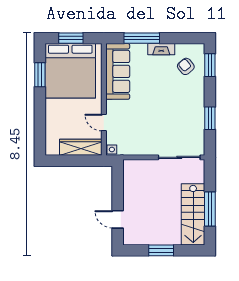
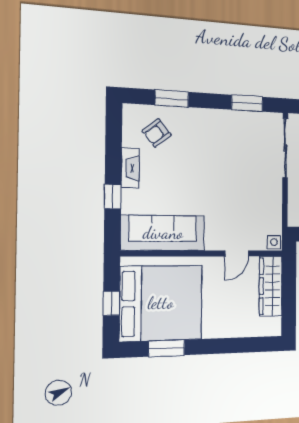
window: (71, 38) -> (111, 303), width x0.67
window: (142, 38) -> (113, 196), width x0.46
window: (210, 65) -> (172, 98), moved
window: (210, 118) -> (247, 103), moved

